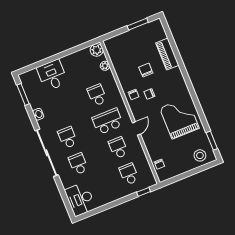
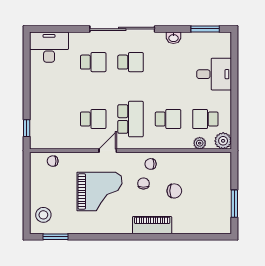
piano: (167, 54) -> (152, 225), moved
grand piano: (179, 118) -> (100, 191), moved
door: (136, 128) -> (108, 151), swing flipped
school desk: (129, 174) -> (205, 119), moved, turned 180

